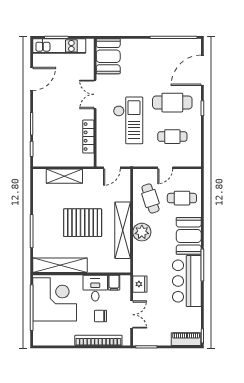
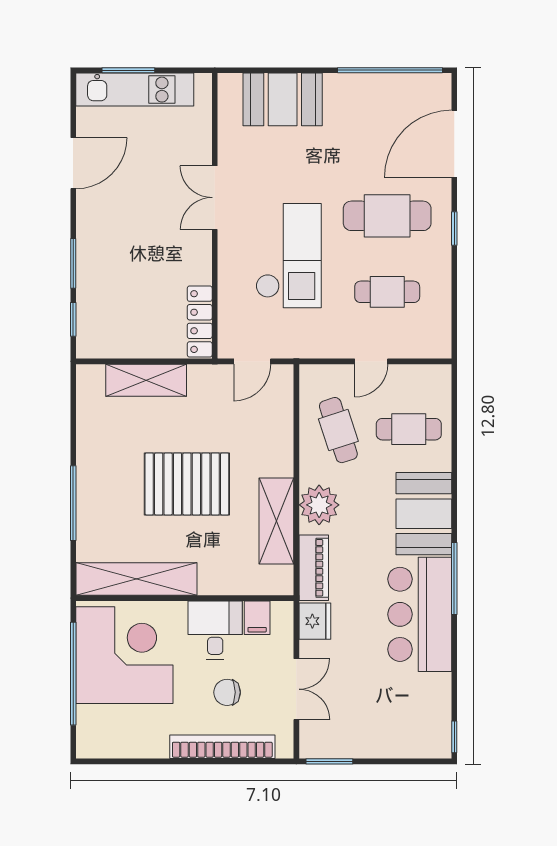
booth: (108, 56) -> (283, 99), moved, turned 90
locker: (88, 137) -> (200, 322), moved
shelving: (123, 230) -> (276, 521), width x0.68
piano: (186, 339) -> (314, 568), moved, turned 90

